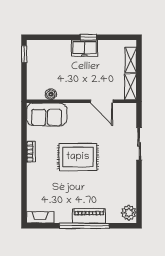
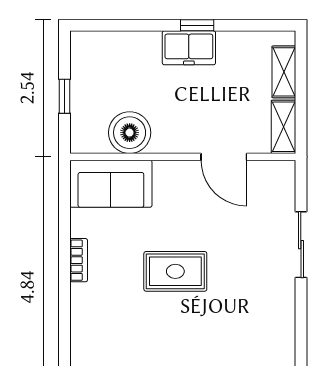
window: (24, 54) -> (65, 96), moved
boiler: (51, 94) -> (130, 133), width x1.86, depth x1.86
rug: (78, 157) -> (175, 271), width x0.73, depth x0.70

